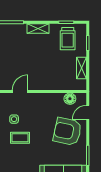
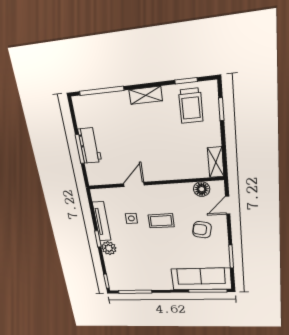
shelving: (81, 68) -> (216, 162), moved
armchair: (67, 131) -> (202, 230), width x0.53, depth x0.53
coffee table: (20, 138) -> (161, 221), moved

